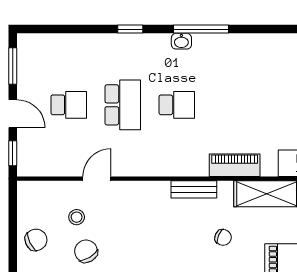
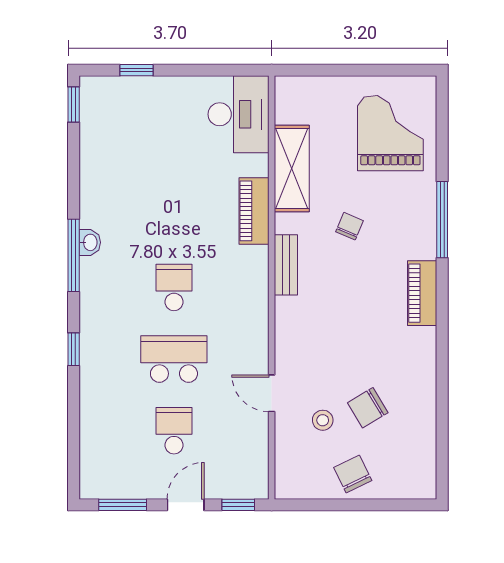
washbasin: (181, 41) -> (90, 242), moved

